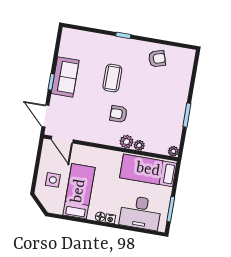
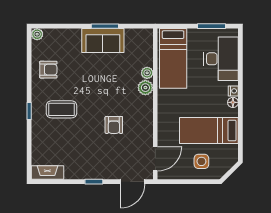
fireplace: (66, 42) -> (47, 173), added
armchair: (157, 59) -> (48, 70), turned 107
sofa: (65, 77) -> (103, 40), moved, turned 180
coffee table: (112, 78) -> (61, 109), moved
armchair: (119, 114) -> (114, 125), moved
plant: (173, 151) -> (37, 34), moved

